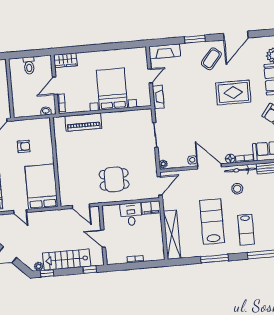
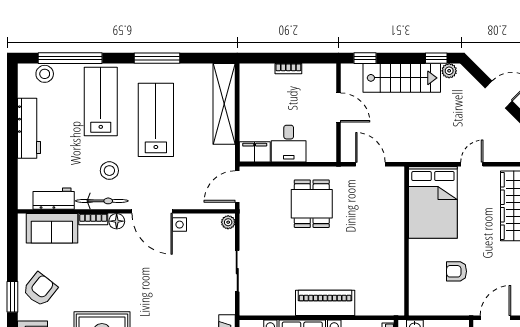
piano: (83, 122) -> (325, 303), moved
dining table: (114, 179) -> (312, 204), turned 90
door: (20, 211) -> (472, 164), hinge flipped
lab bench: (212, 222) -> (156, 120), turned 180
lab bench: (246, 230) -> (101, 102), width x1.36, depth x1.39

